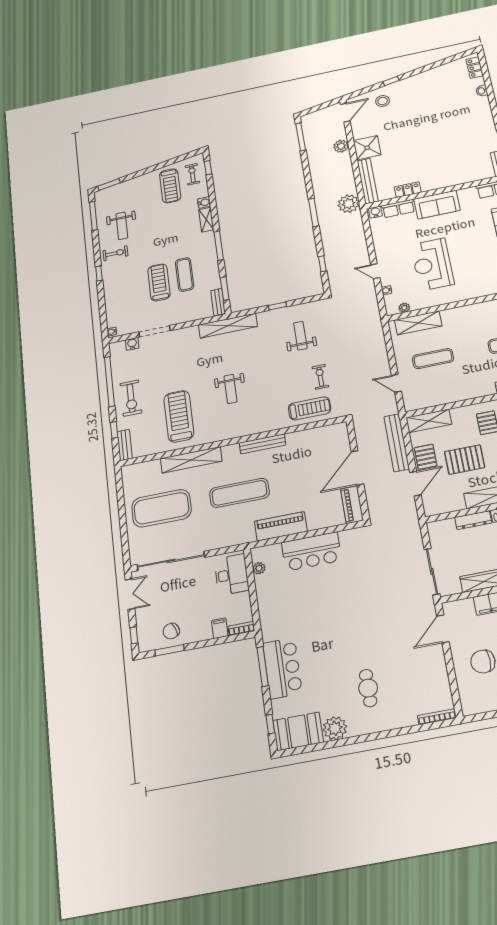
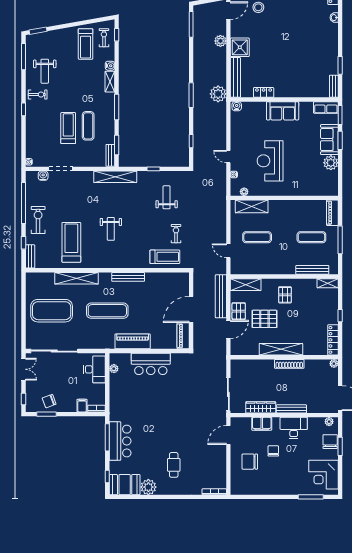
row of seats: (398, 209) -> (254, 107), removed
exercise bike: (131, 398) -> (38, 220), turned 180
dresser: (473, 520) -> (262, 364), removed

